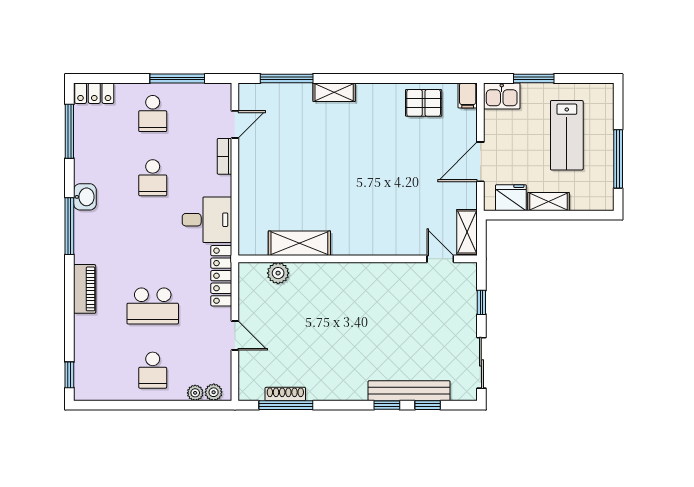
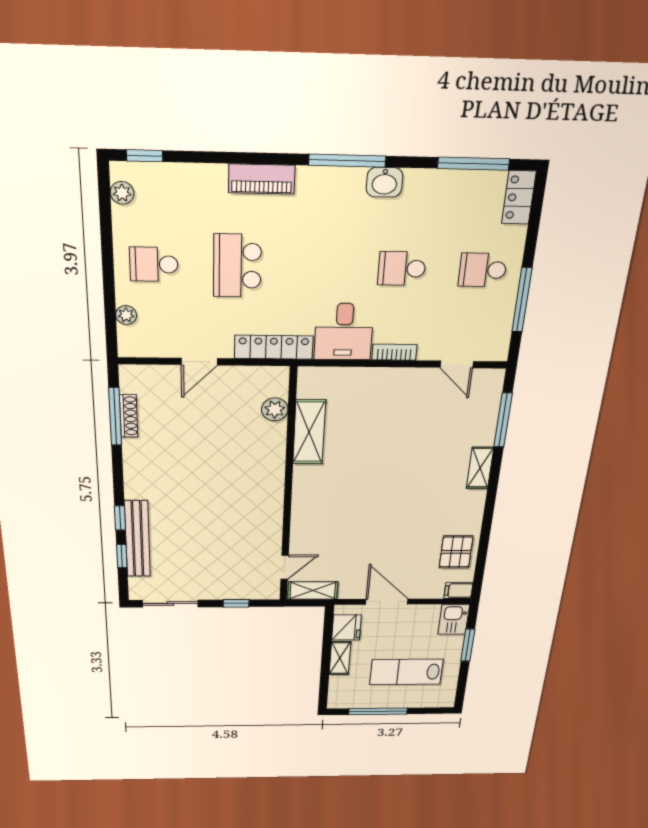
bookcase: (224, 156) -> (394, 352), moved
plant: (214, 392) -> (122, 193), moved

